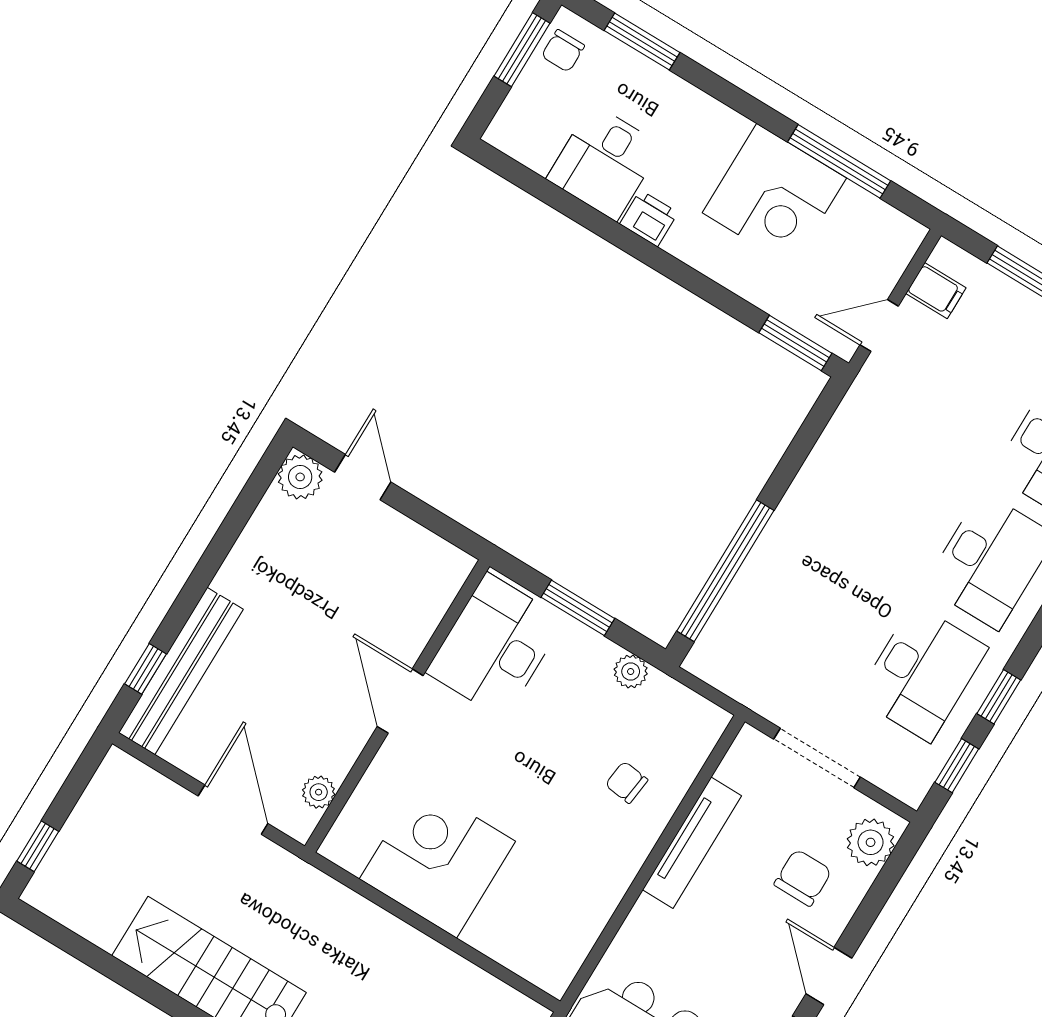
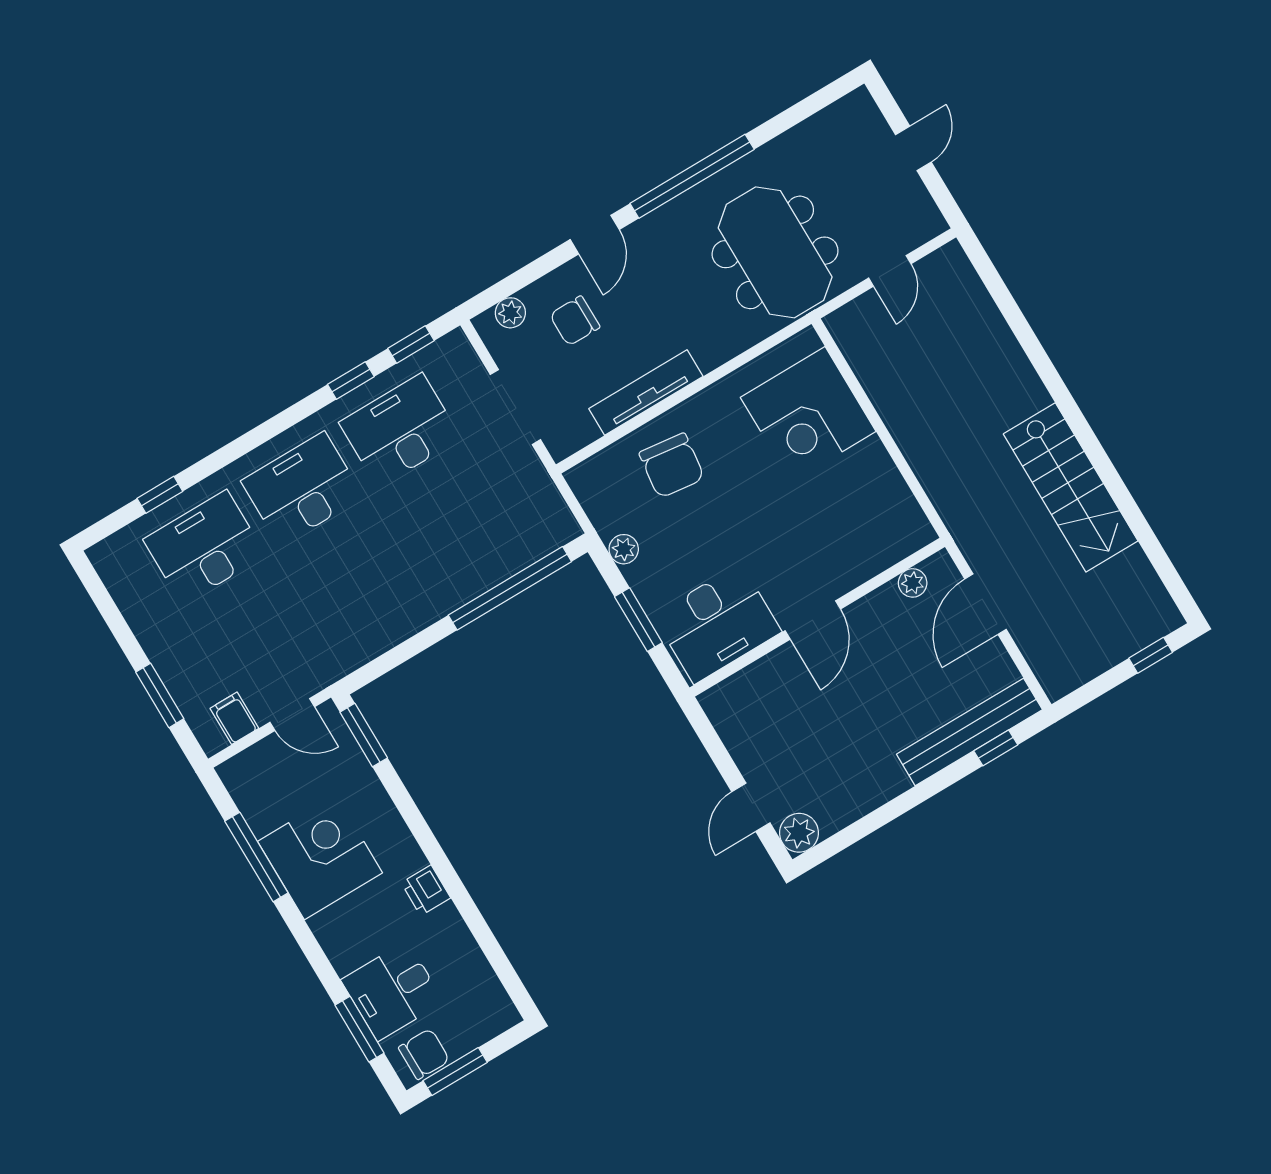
chair: (563, 51) -> (424, 1054), width x1.37, depth x1.37
desk: (604, 162) -> (392, 991), moved, turned 180
chair: (627, 782) -> (672, 466), width x1.87, depth x1.87
plant: (871, 842) -> (510, 313), width x0.73, depth x0.73
corner desk: (437, 860) -> (808, 414), moved

